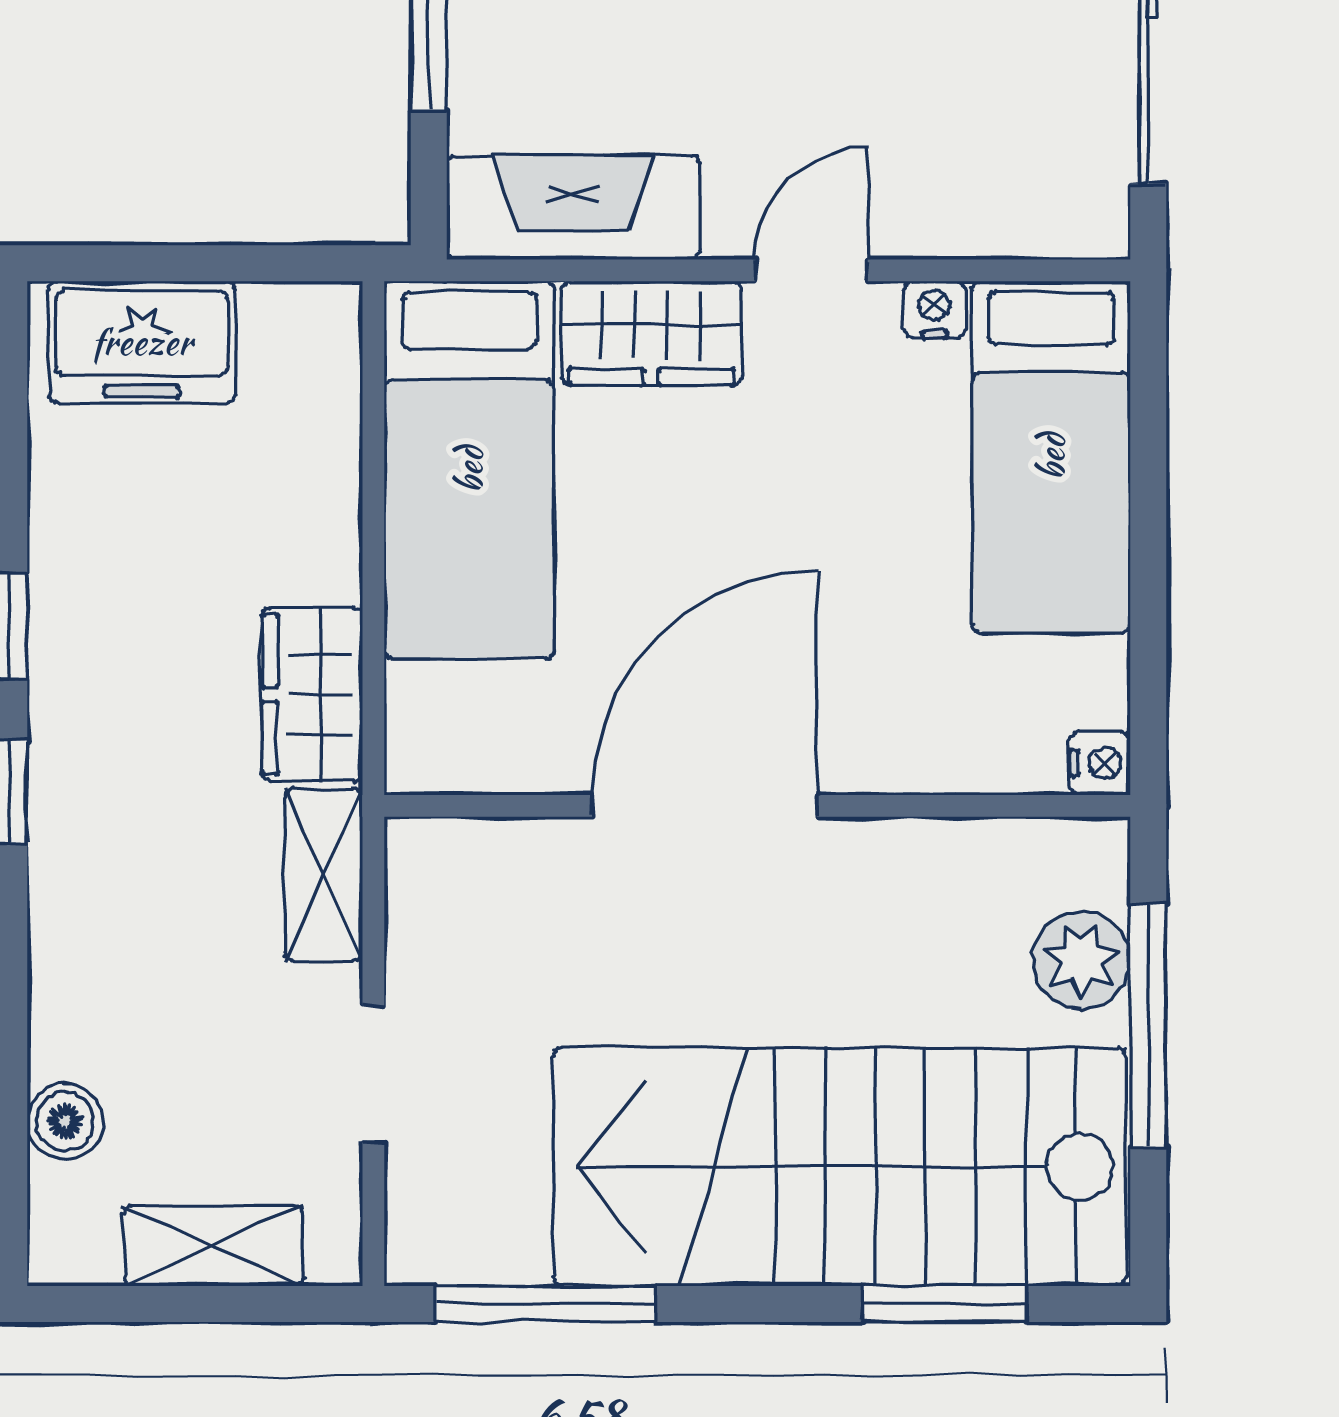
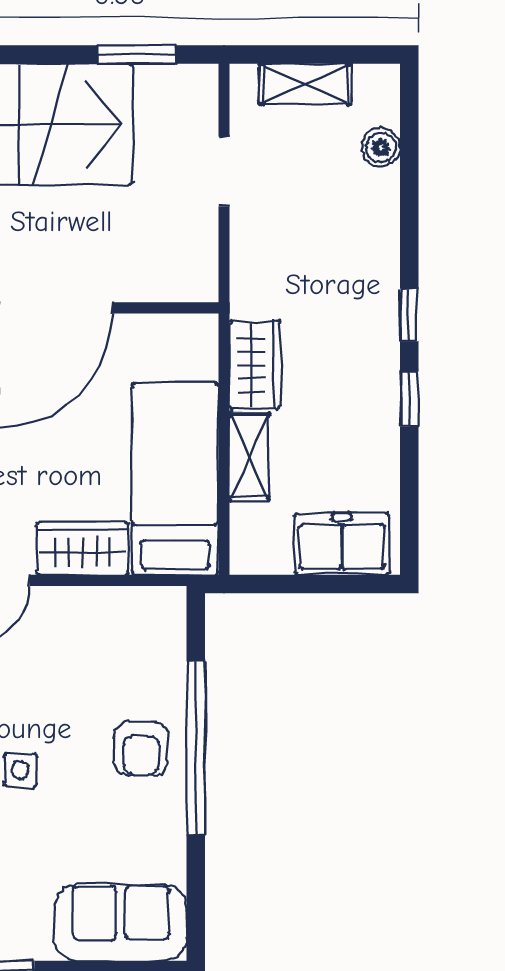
fireplace: (573, 207) -> (122, 612), removed
shelving: (324, 875) -> (249, 456), moved
window: (546, 1304) -> (136, 54), width x0.69

